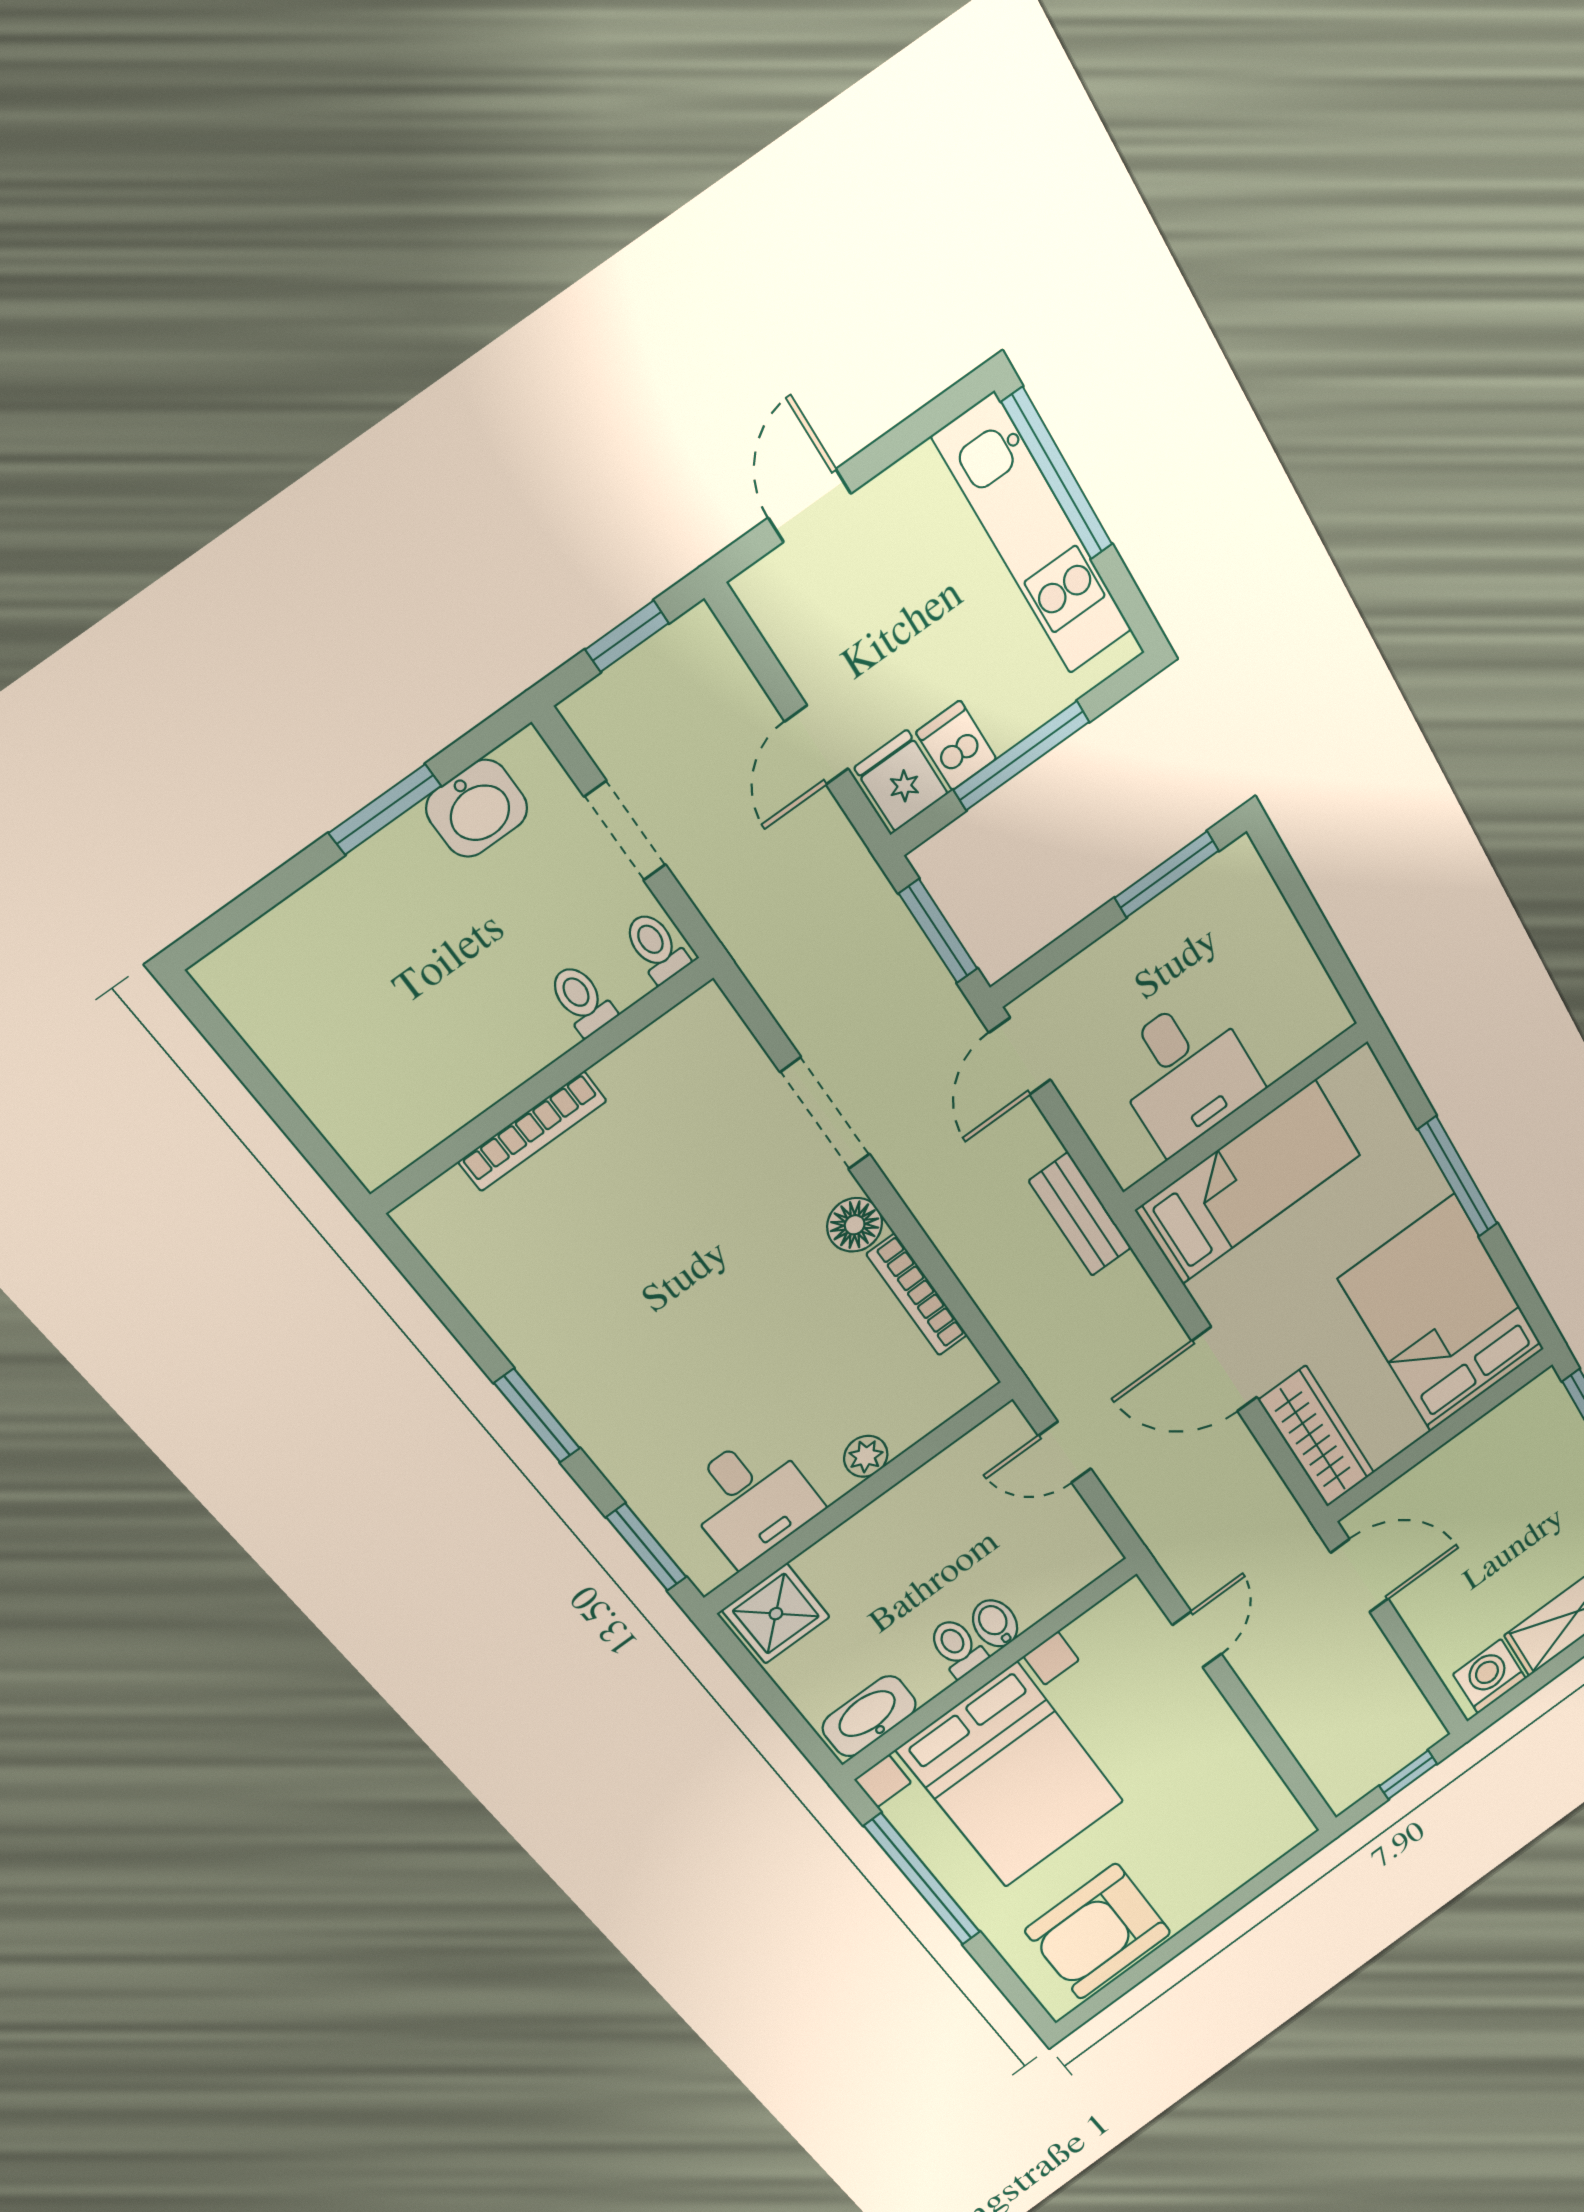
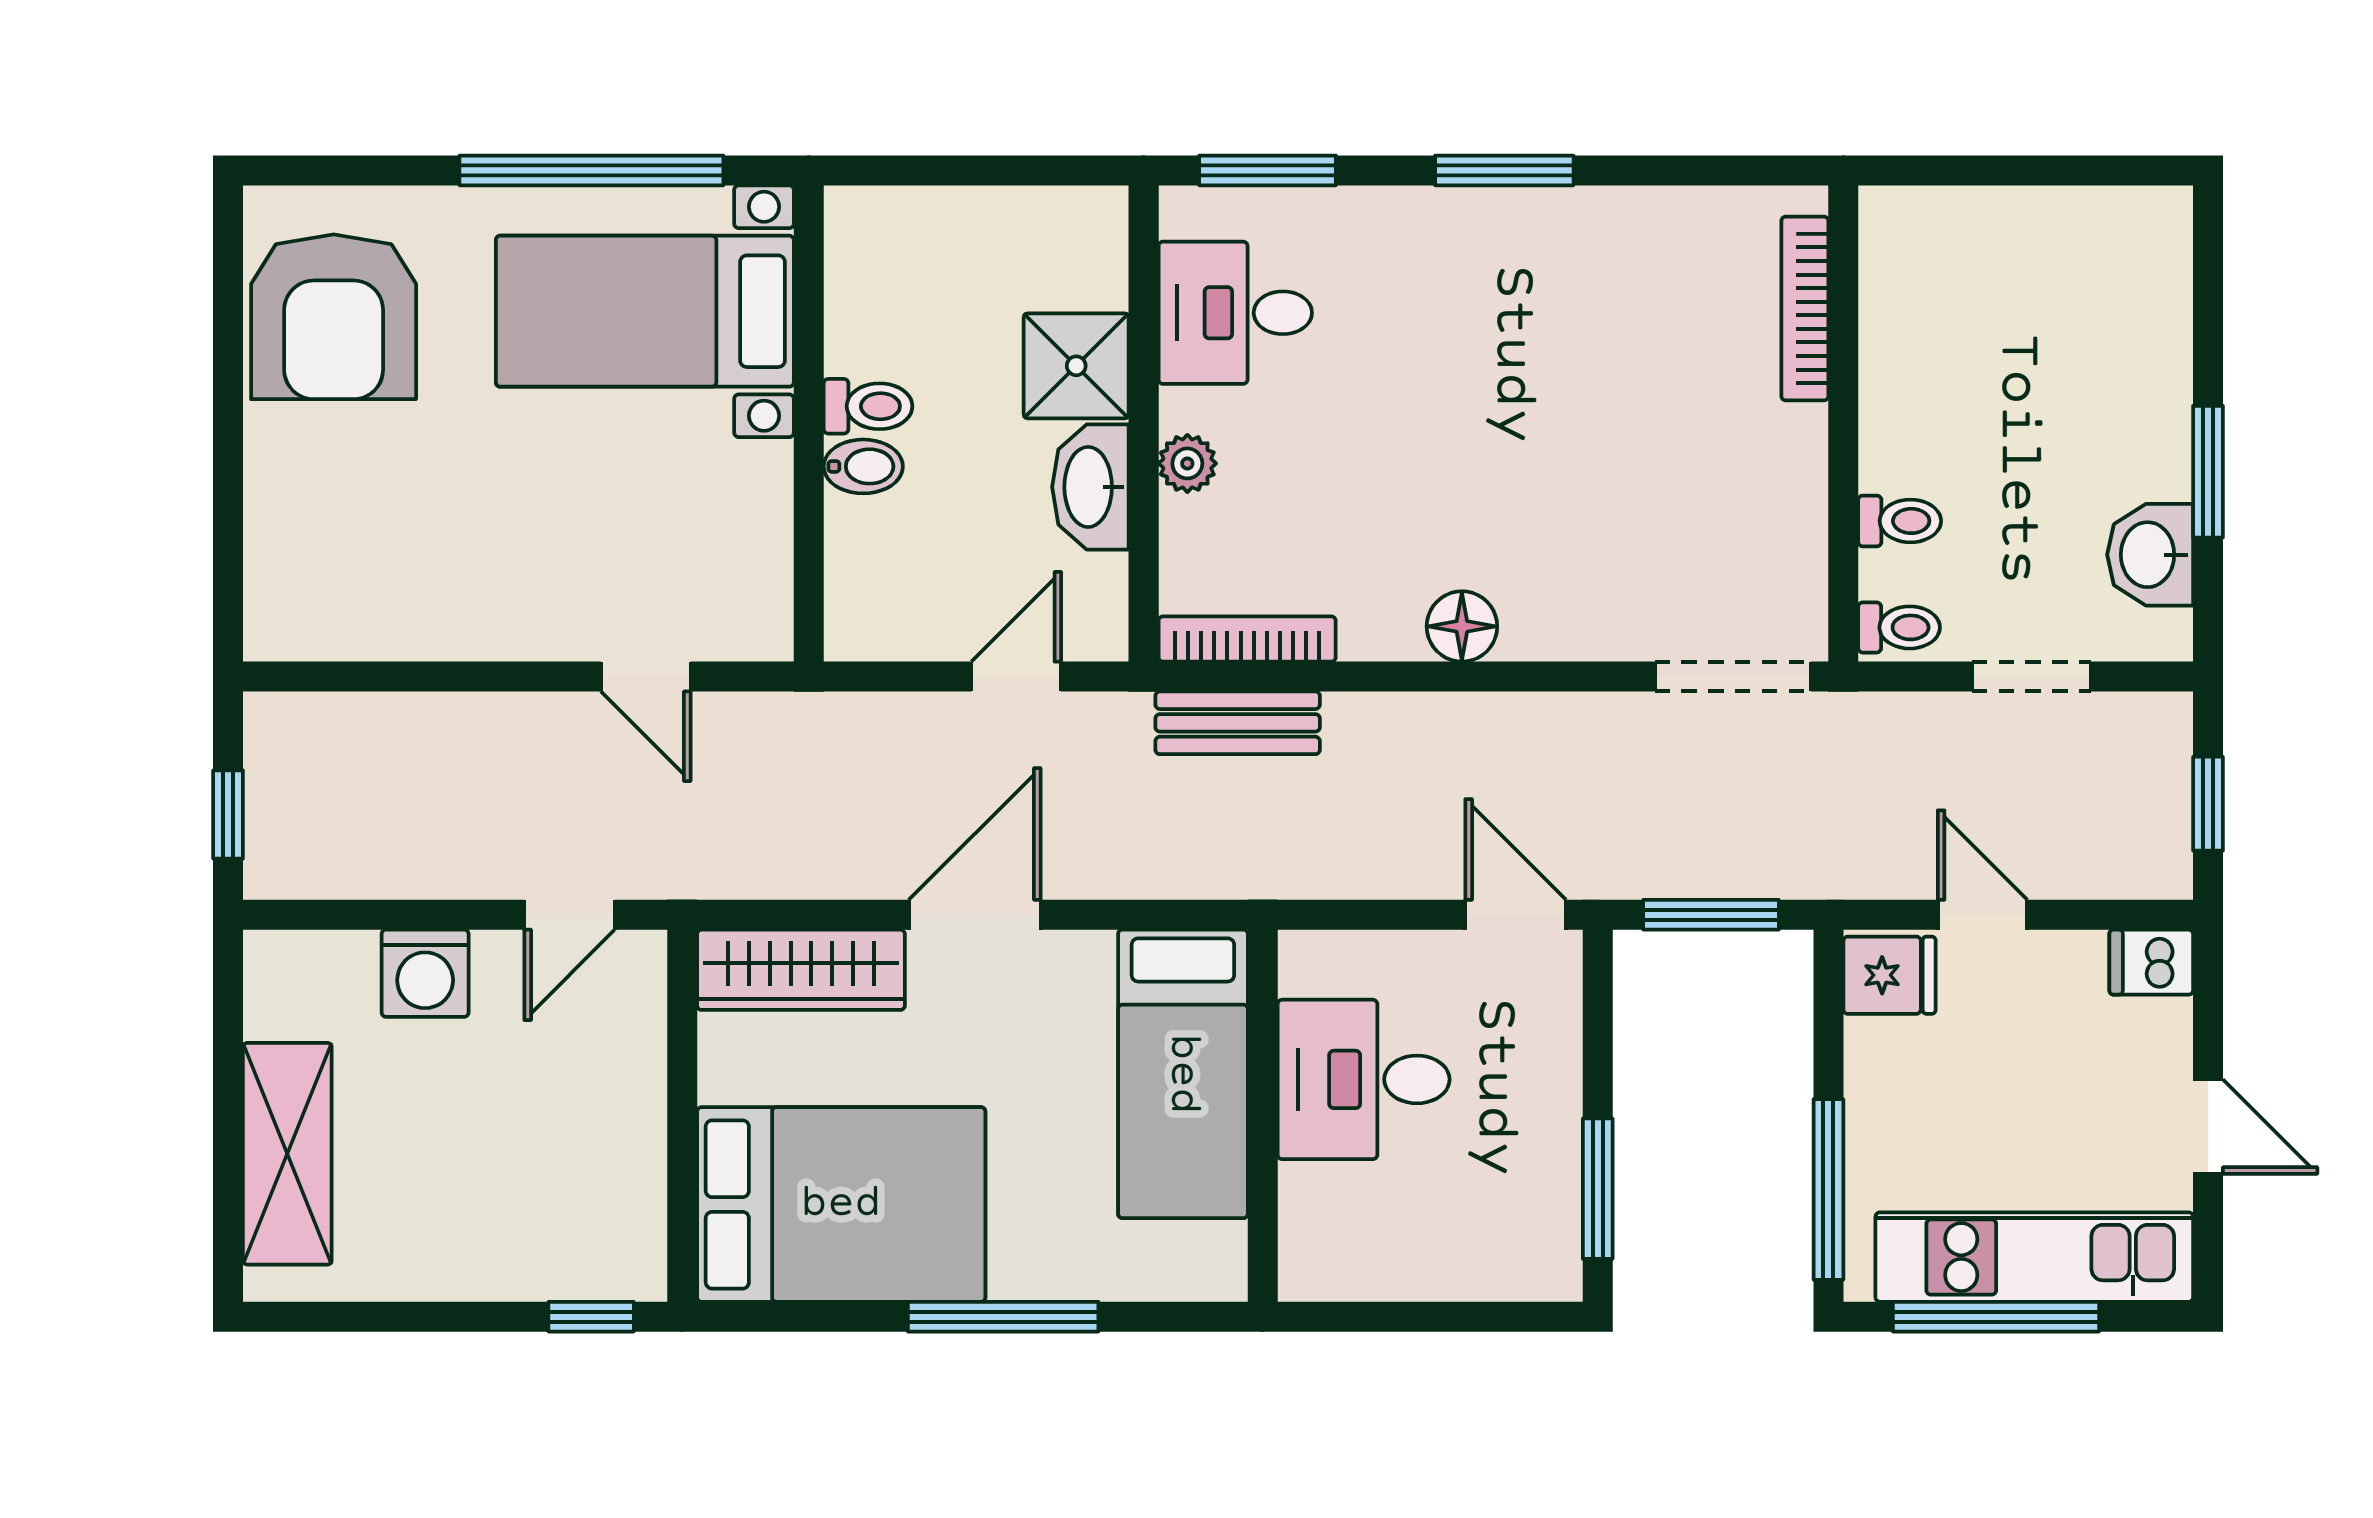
window: (1057, 474) -> (1996, 1317), moved
door: (810, 506) -> (2208, 1127), moved
dishwasher: (956, 745) -> (2151, 962), moved, turned 180
window: (1021, 756) -> (1828, 1189), moved
doorway: (825, 1114) -> (1733, 677), moved
bookcase: (532, 1131) -> (1805, 308), moved
bench: (1080, 1214) -> (1238, 723), moved
bookcase: (917, 1295) -> (1247, 639), moved
door: (1360, 1576) -> (570, 915), width x0.73
shower: (776, 1614) -> (1076, 366), moved
washing machine: (1490, 1676) -> (425, 973), moved, turned 90
washbasin: (869, 1716) -> (1090, 487), moved, turned 180
bed with nightstands: (1011, 1776) -> (645, 311), width x0.73
armchair: (1098, 1932) -> (334, 317), turned 180

